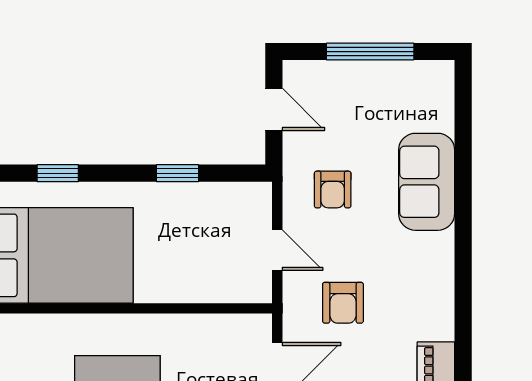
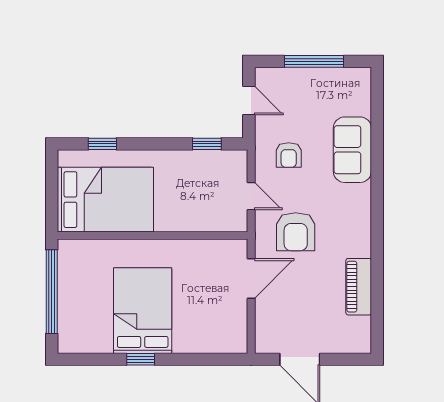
window: (178, 173) -> (207, 144), moved
armchair: (343, 303) -> (296, 232), width x1.38, depth x1.38

